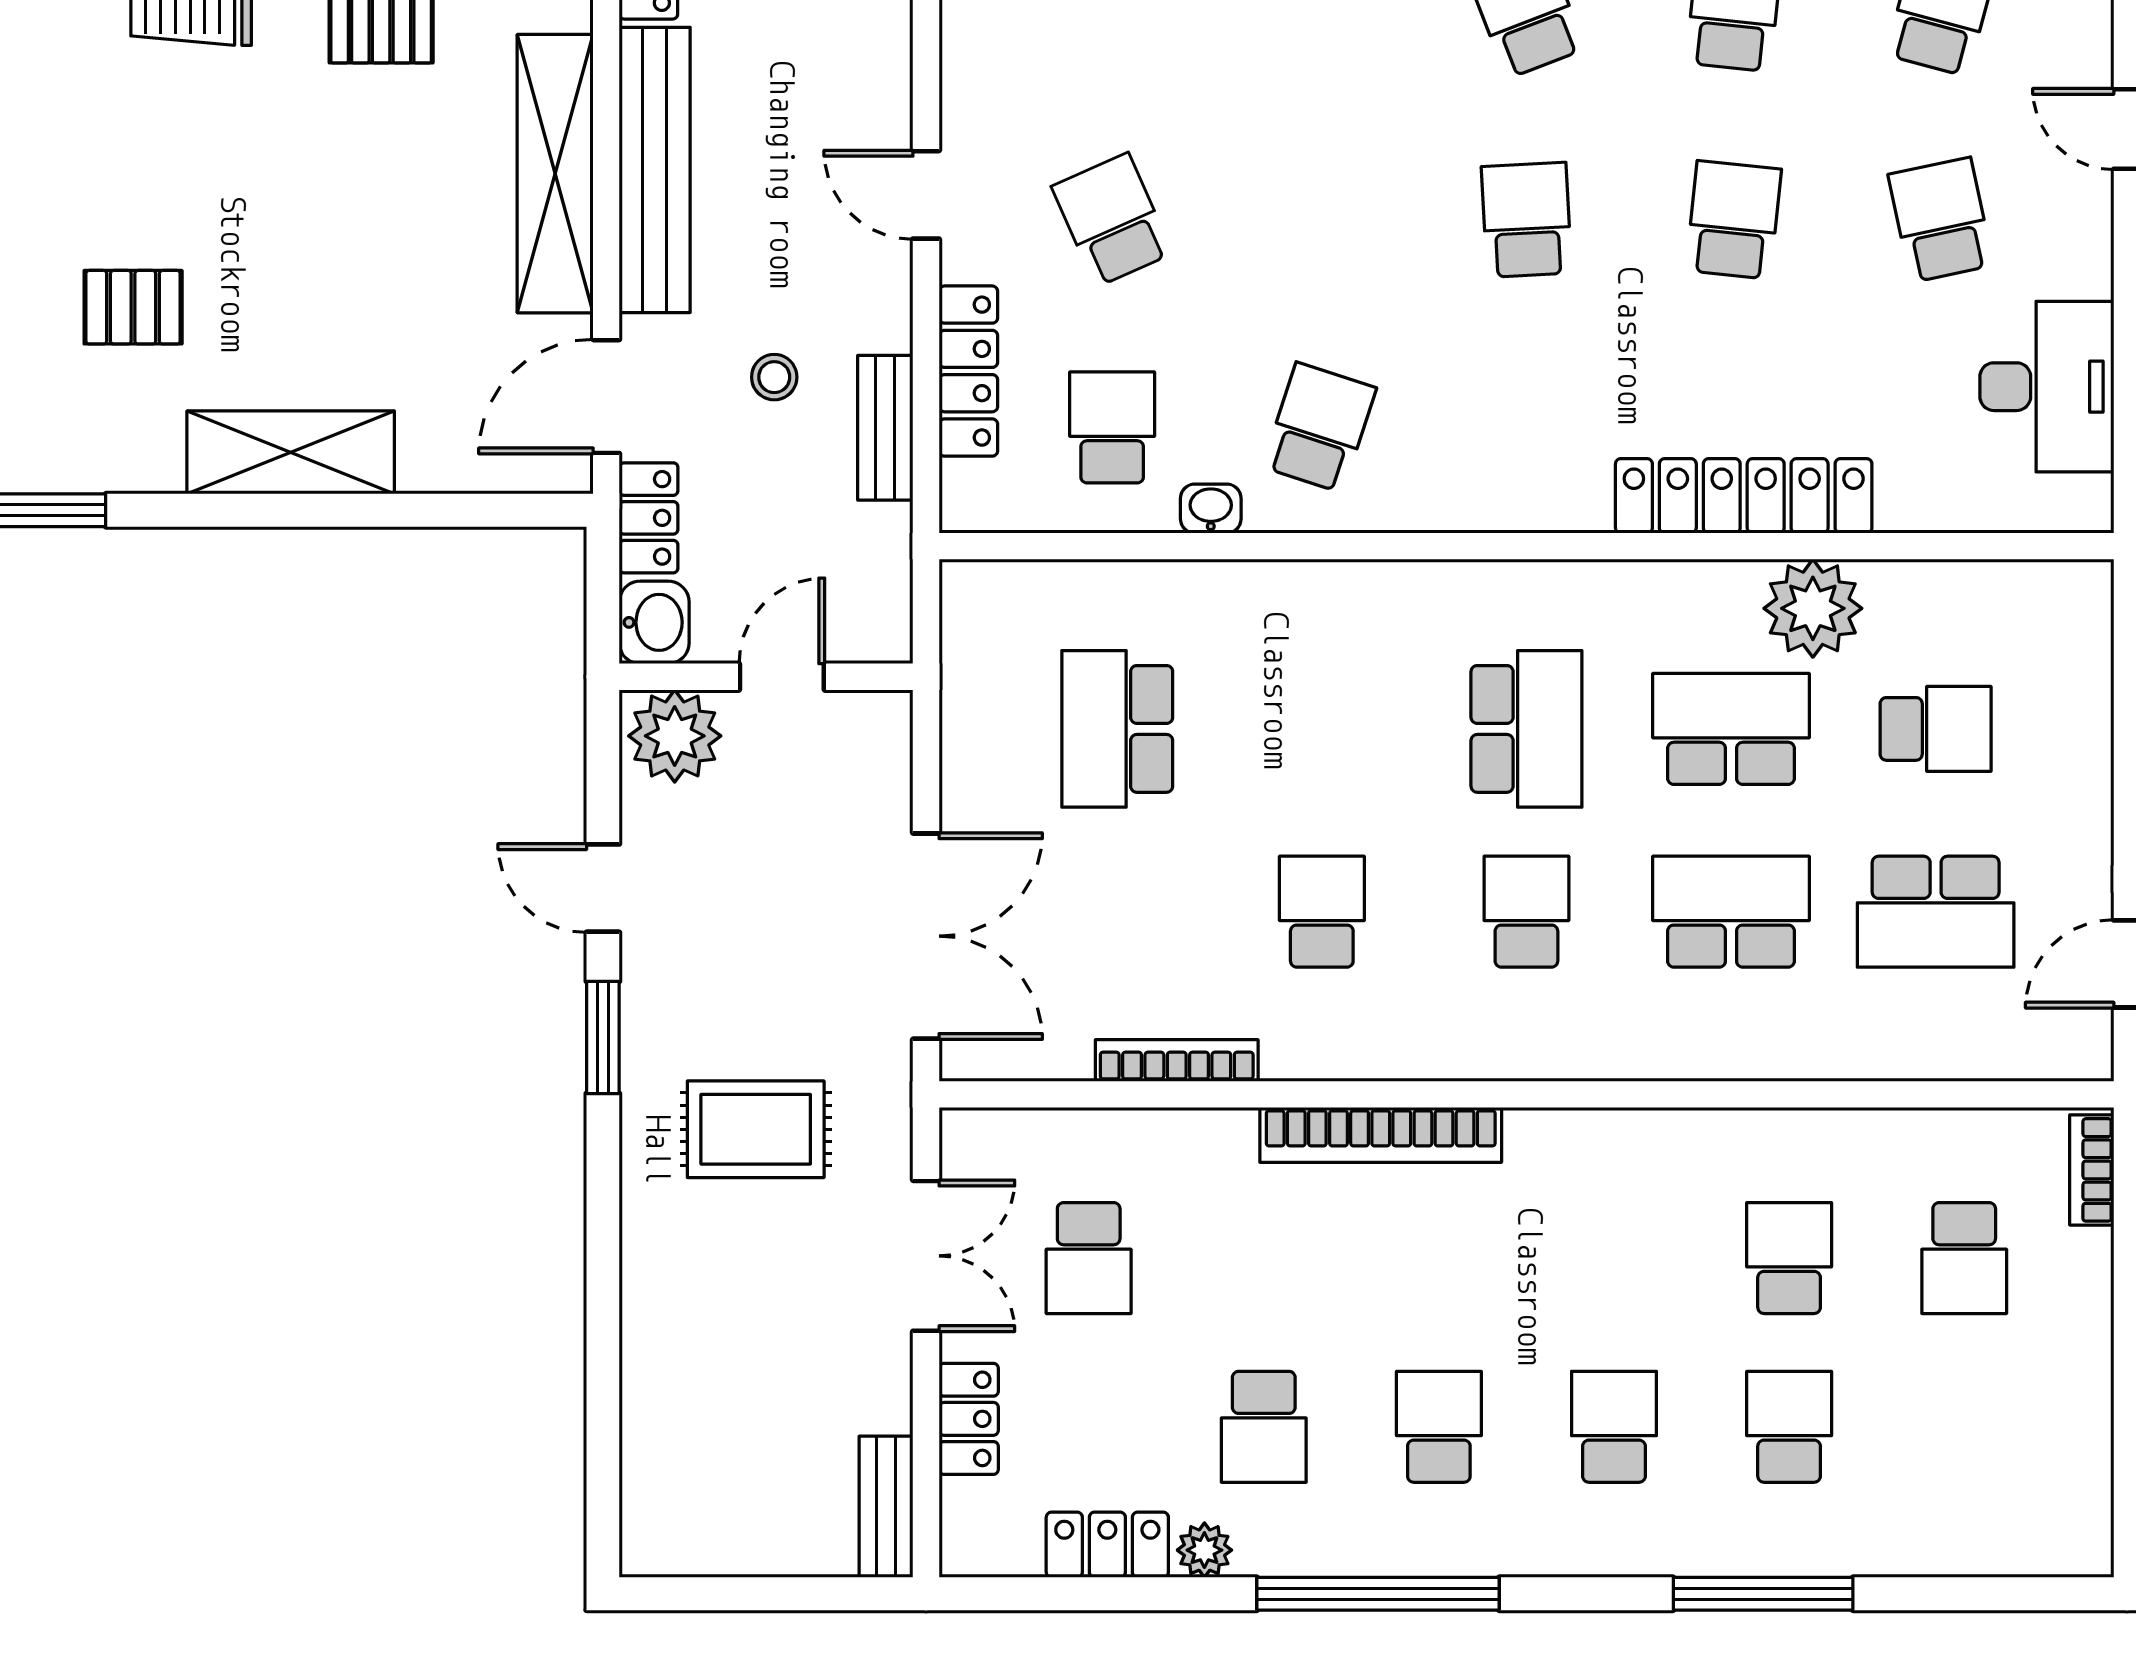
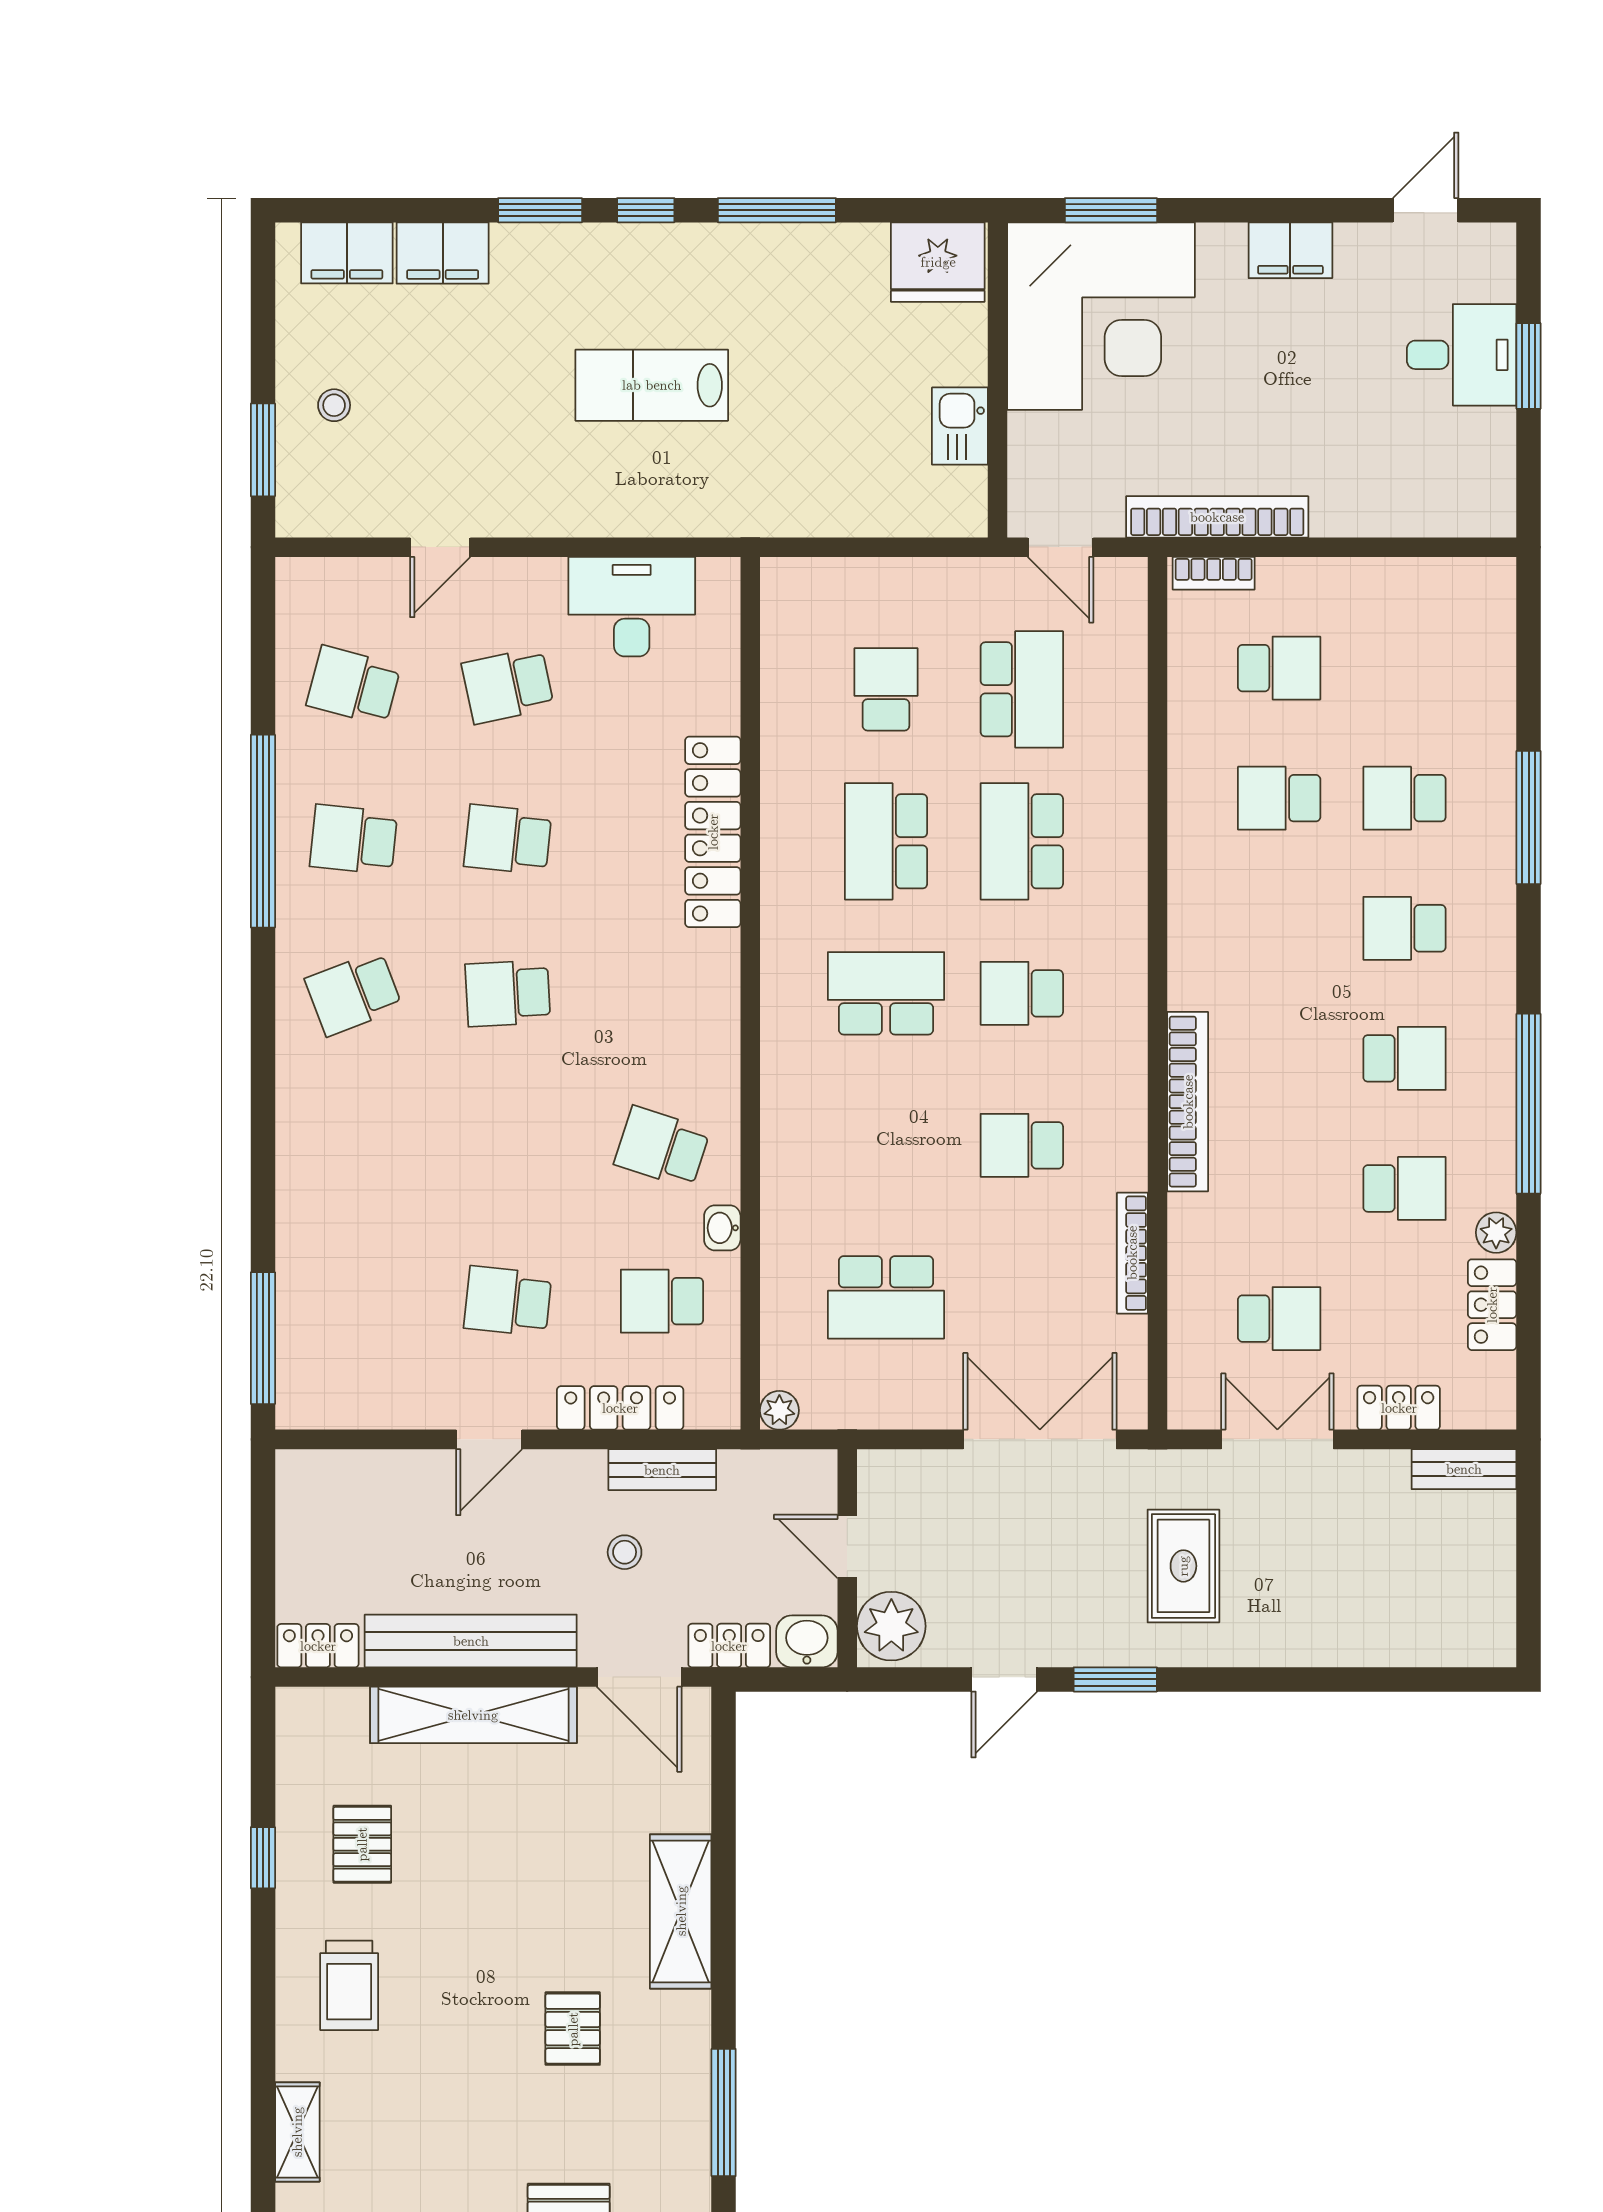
school desk: (1112, 220) -> (508, 1301), turned 30
plant: (1813, 608) -> (779, 1410), moved, width x0.53, depth x0.53
school desk: (1439, 1427) -> (1404, 1058), turned 180

